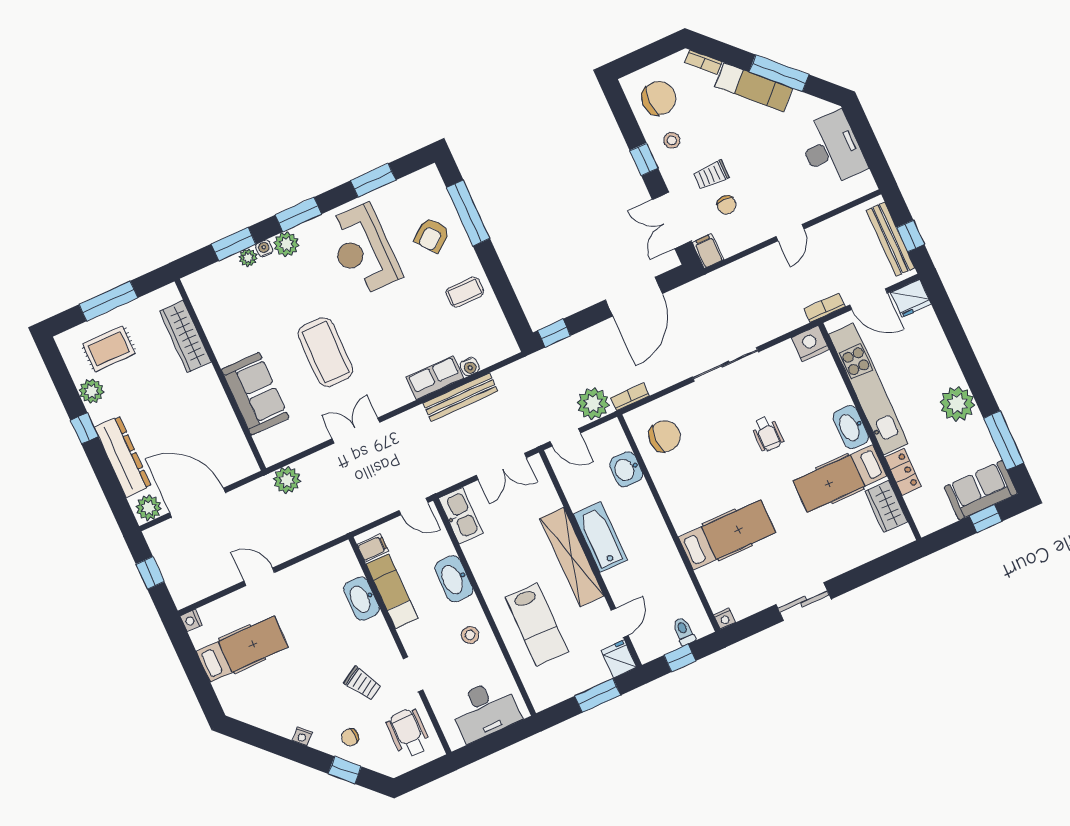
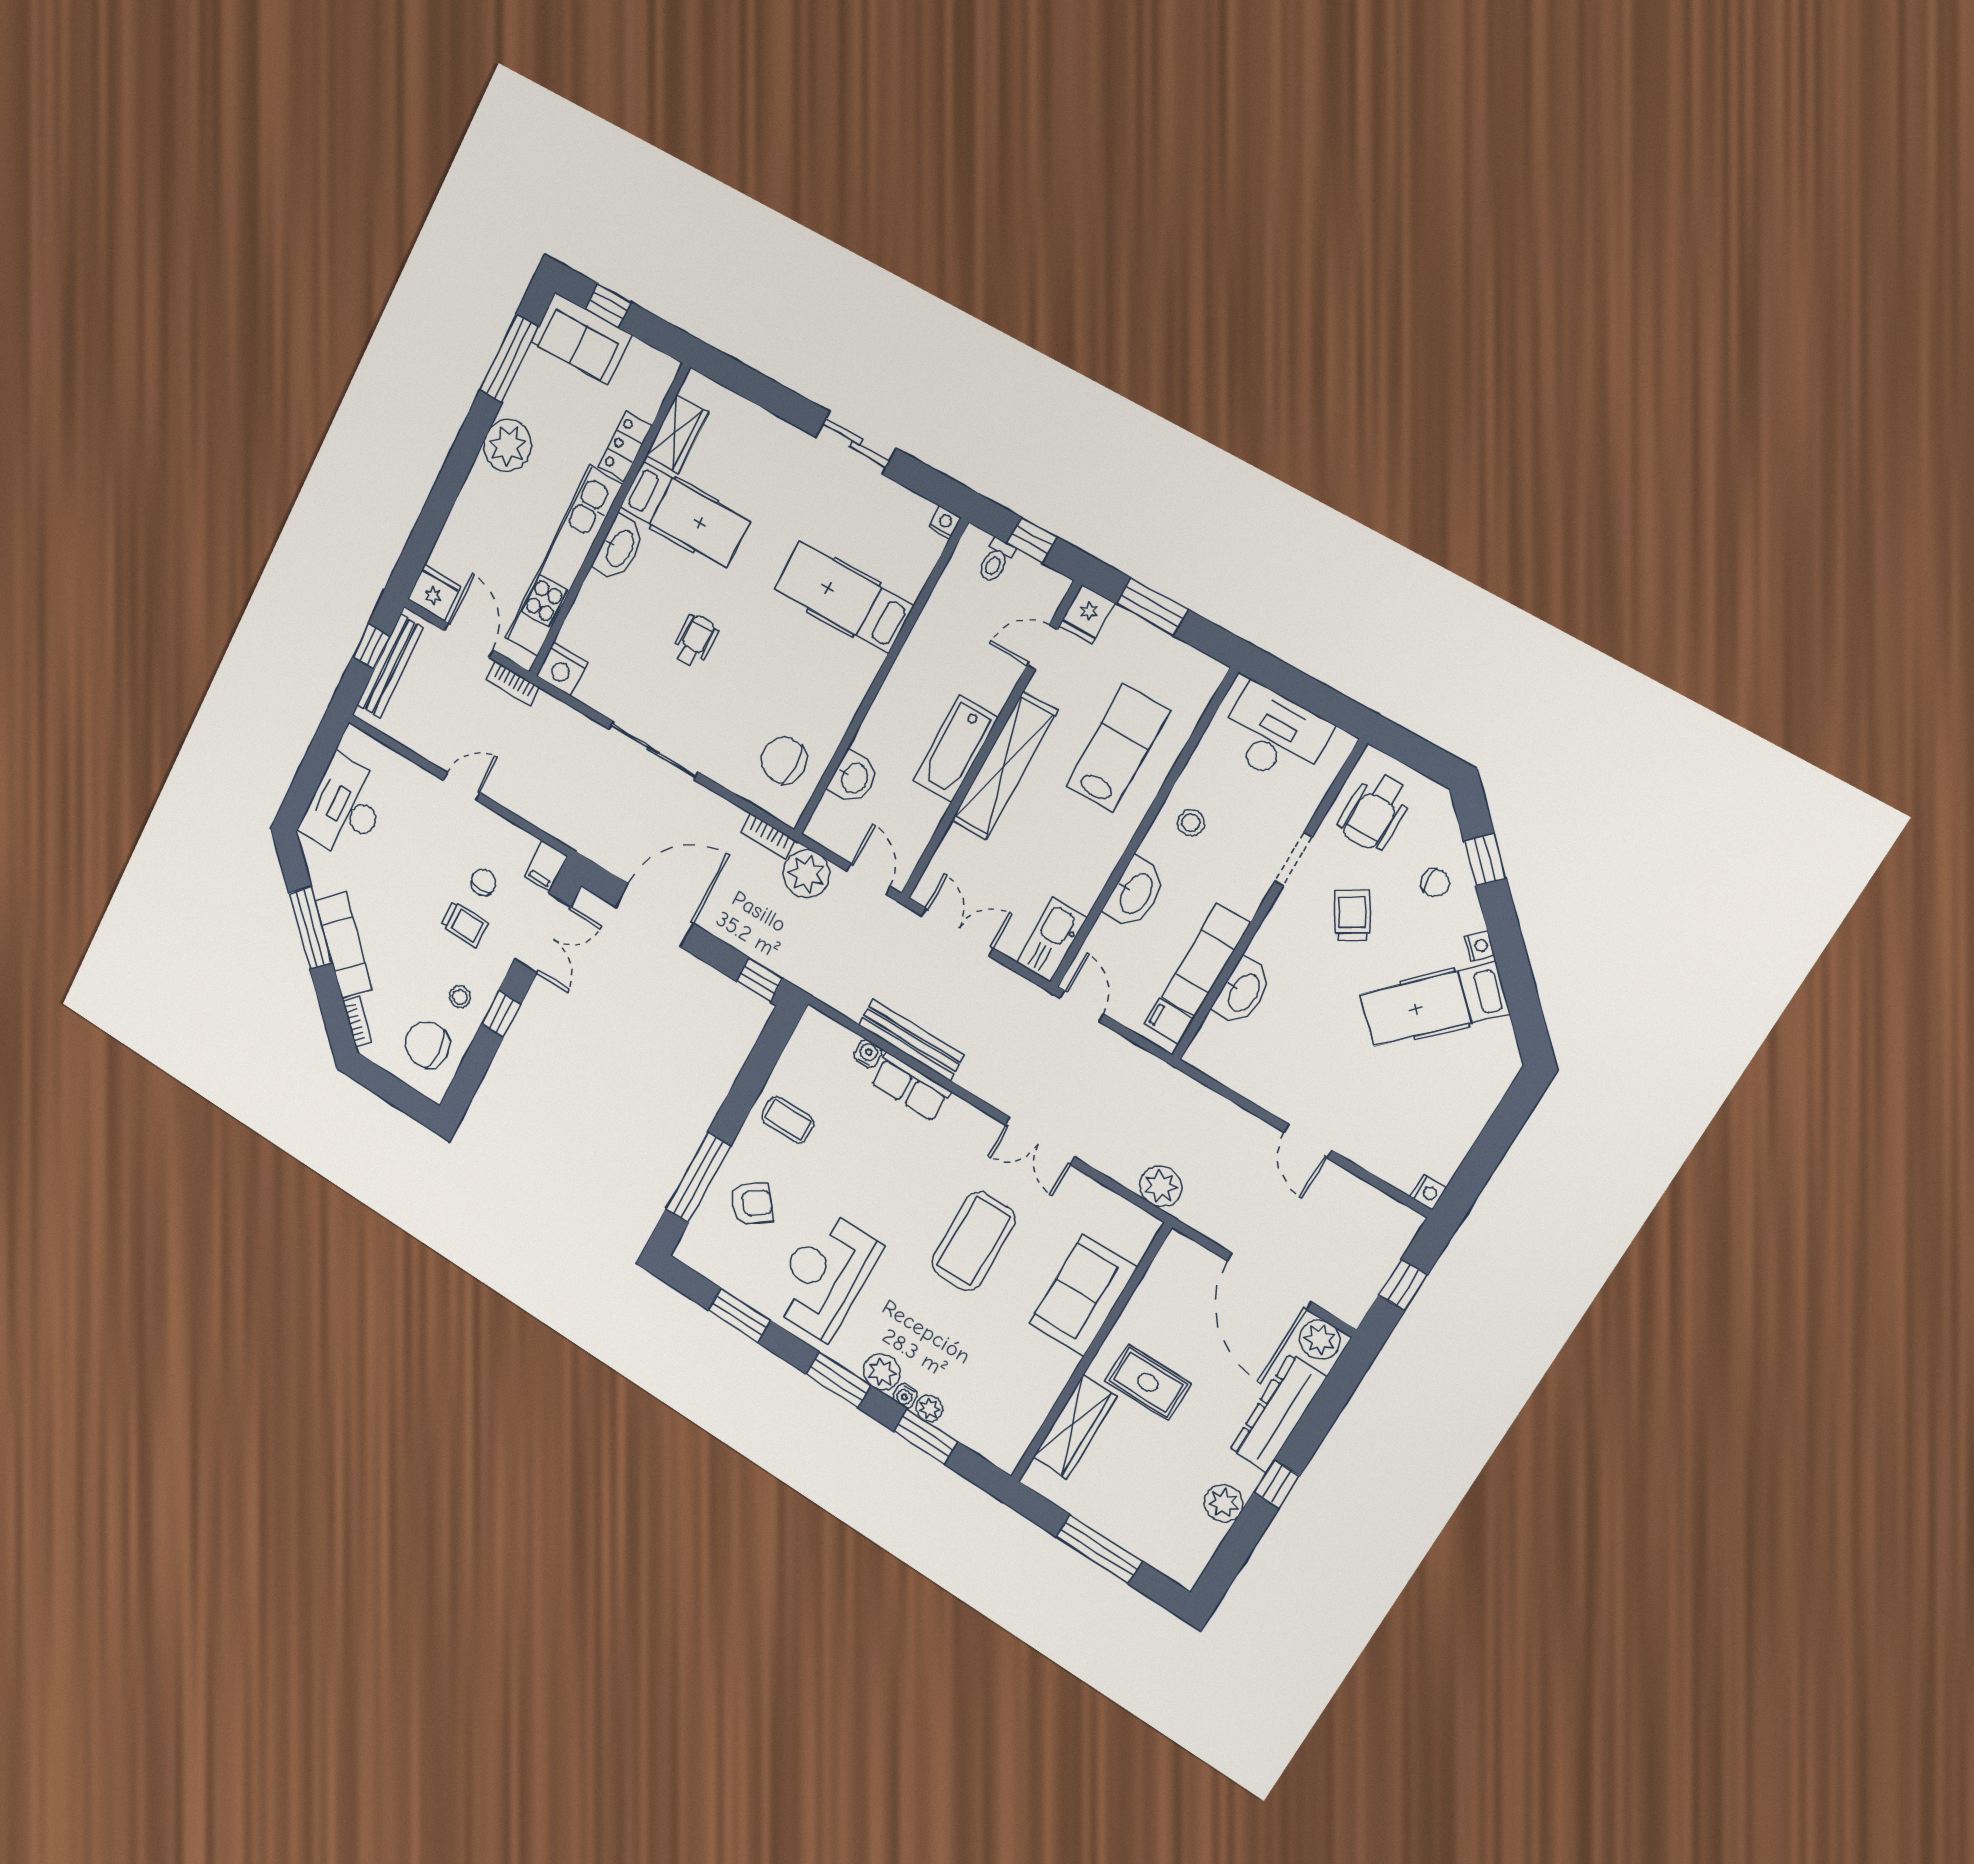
reception desk: (363, 250) -> (825, 1275), turned 180
rug: (109, 349) -> (1148, 1382), moved
hospital bed: (242, 649) -> (1435, 1004), moved, turned -45

